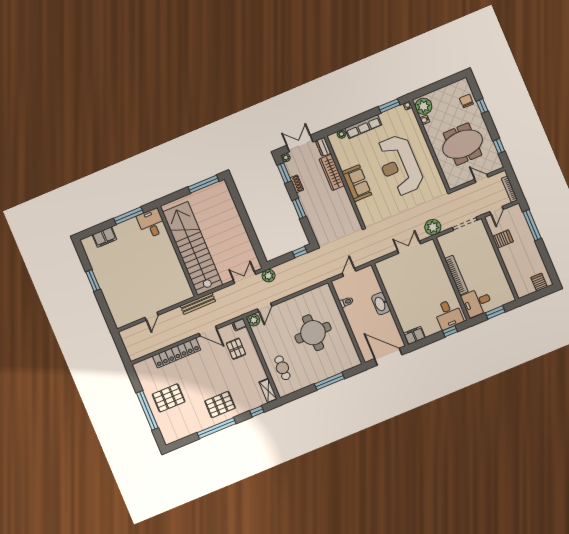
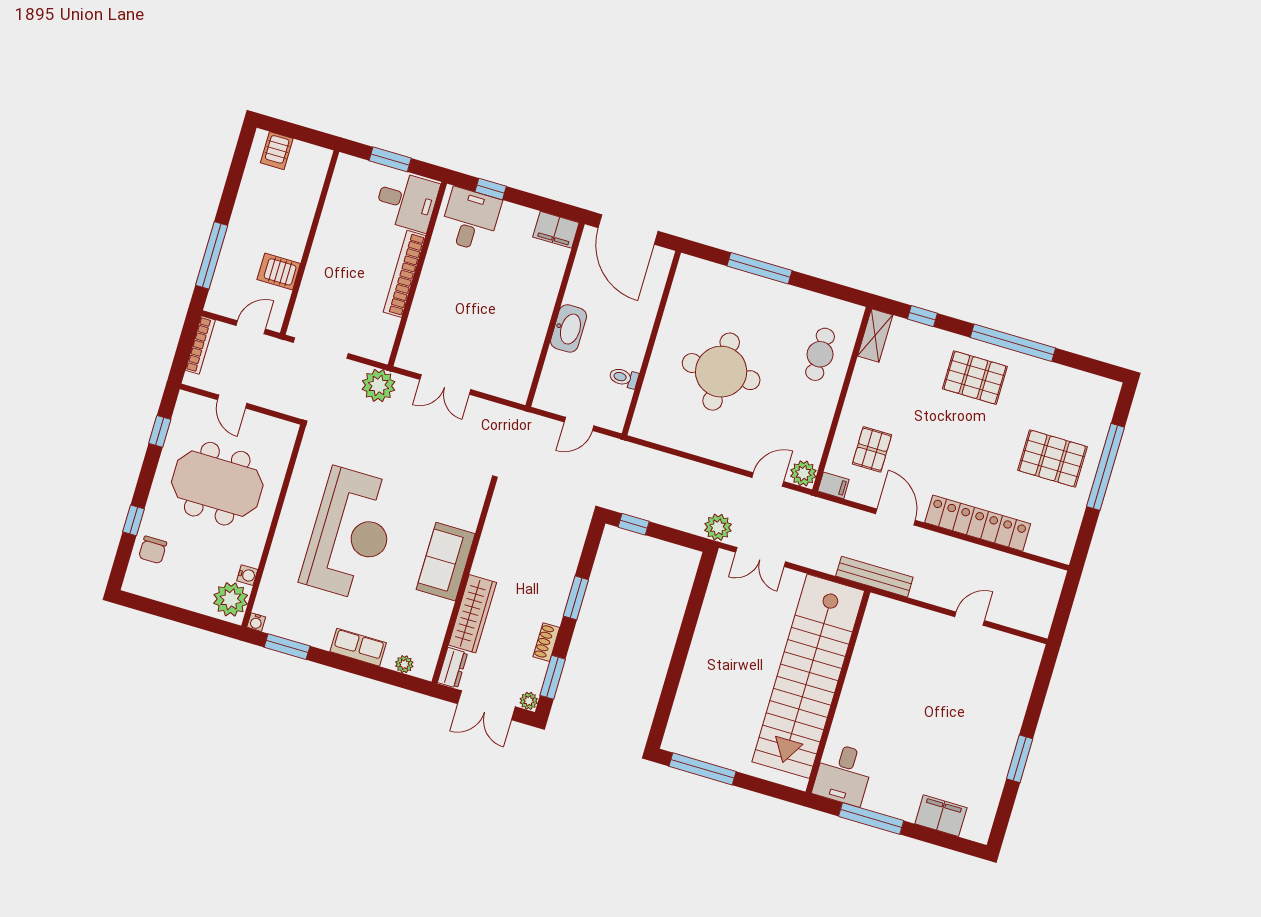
row of seats: (363, 127) -> (358, 647), width x0.68

